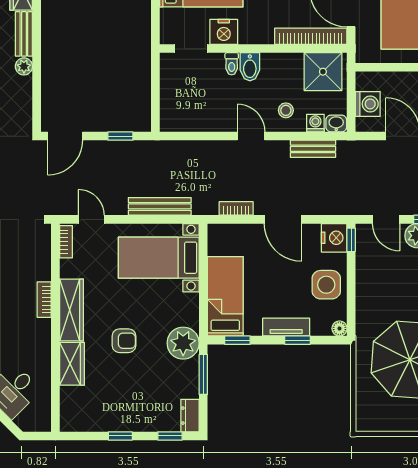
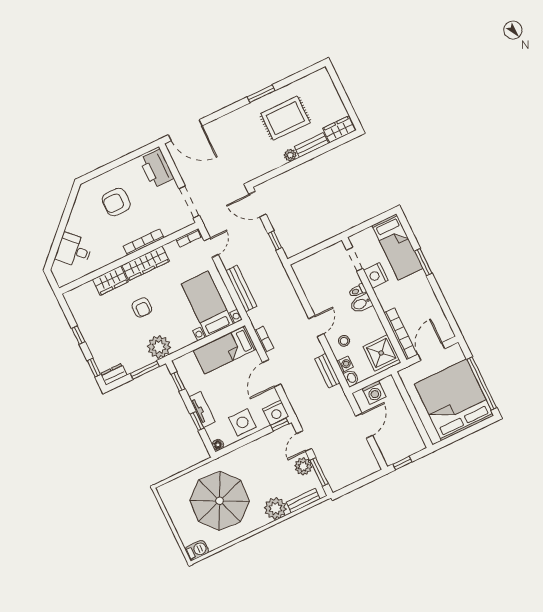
bed: (225, 296) -> (225, 350), moved, turned 180
bookcase: (44, 300) -> (144, 242), width x1.56

